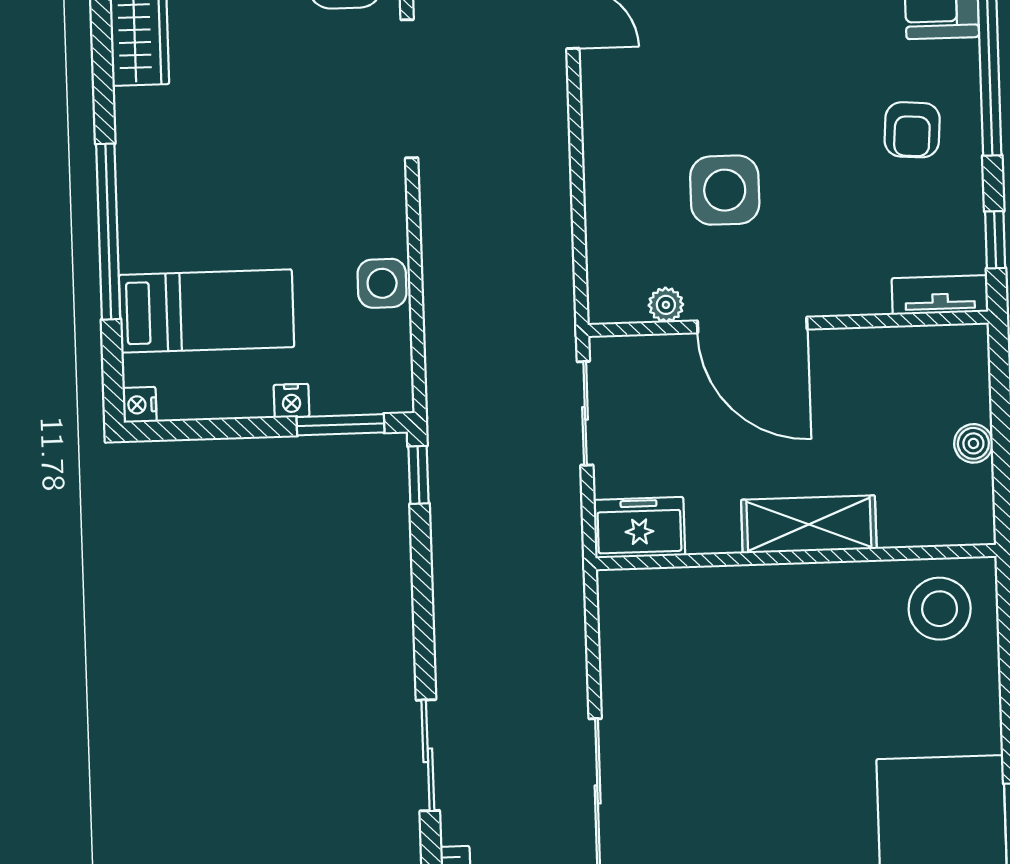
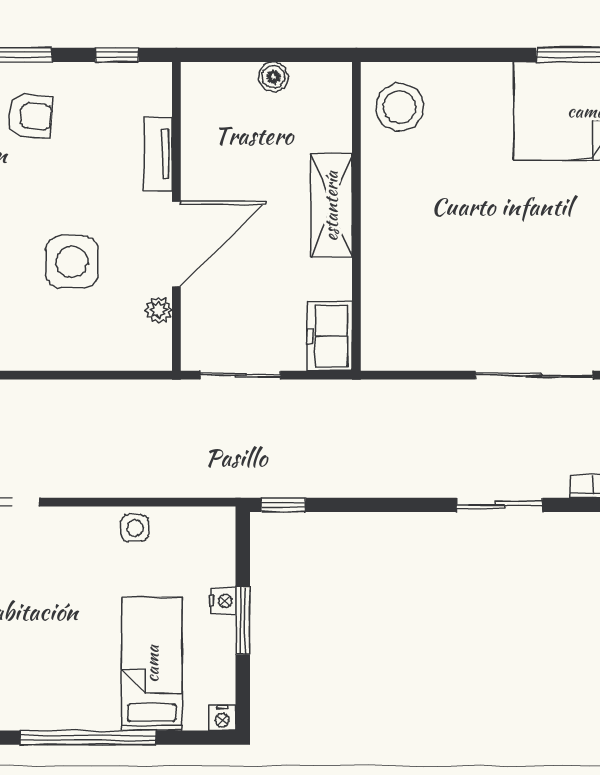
side table: (382, 283) -> (135, 528), width x0.73, depth x0.73
tv unit: (940, 295) -> (158, 154), moved
window: (340, 425) -> (243, 621), moved

